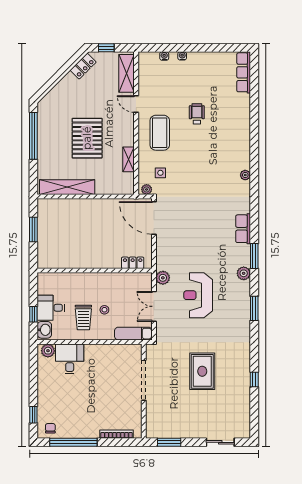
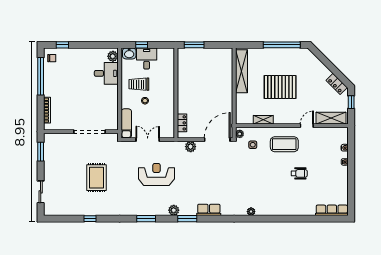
window: (33, 229) -> (194, 45), moved
plant: (163, 278) -> (191, 147), moved
rug: (202, 371) -> (97, 178), turned 90

